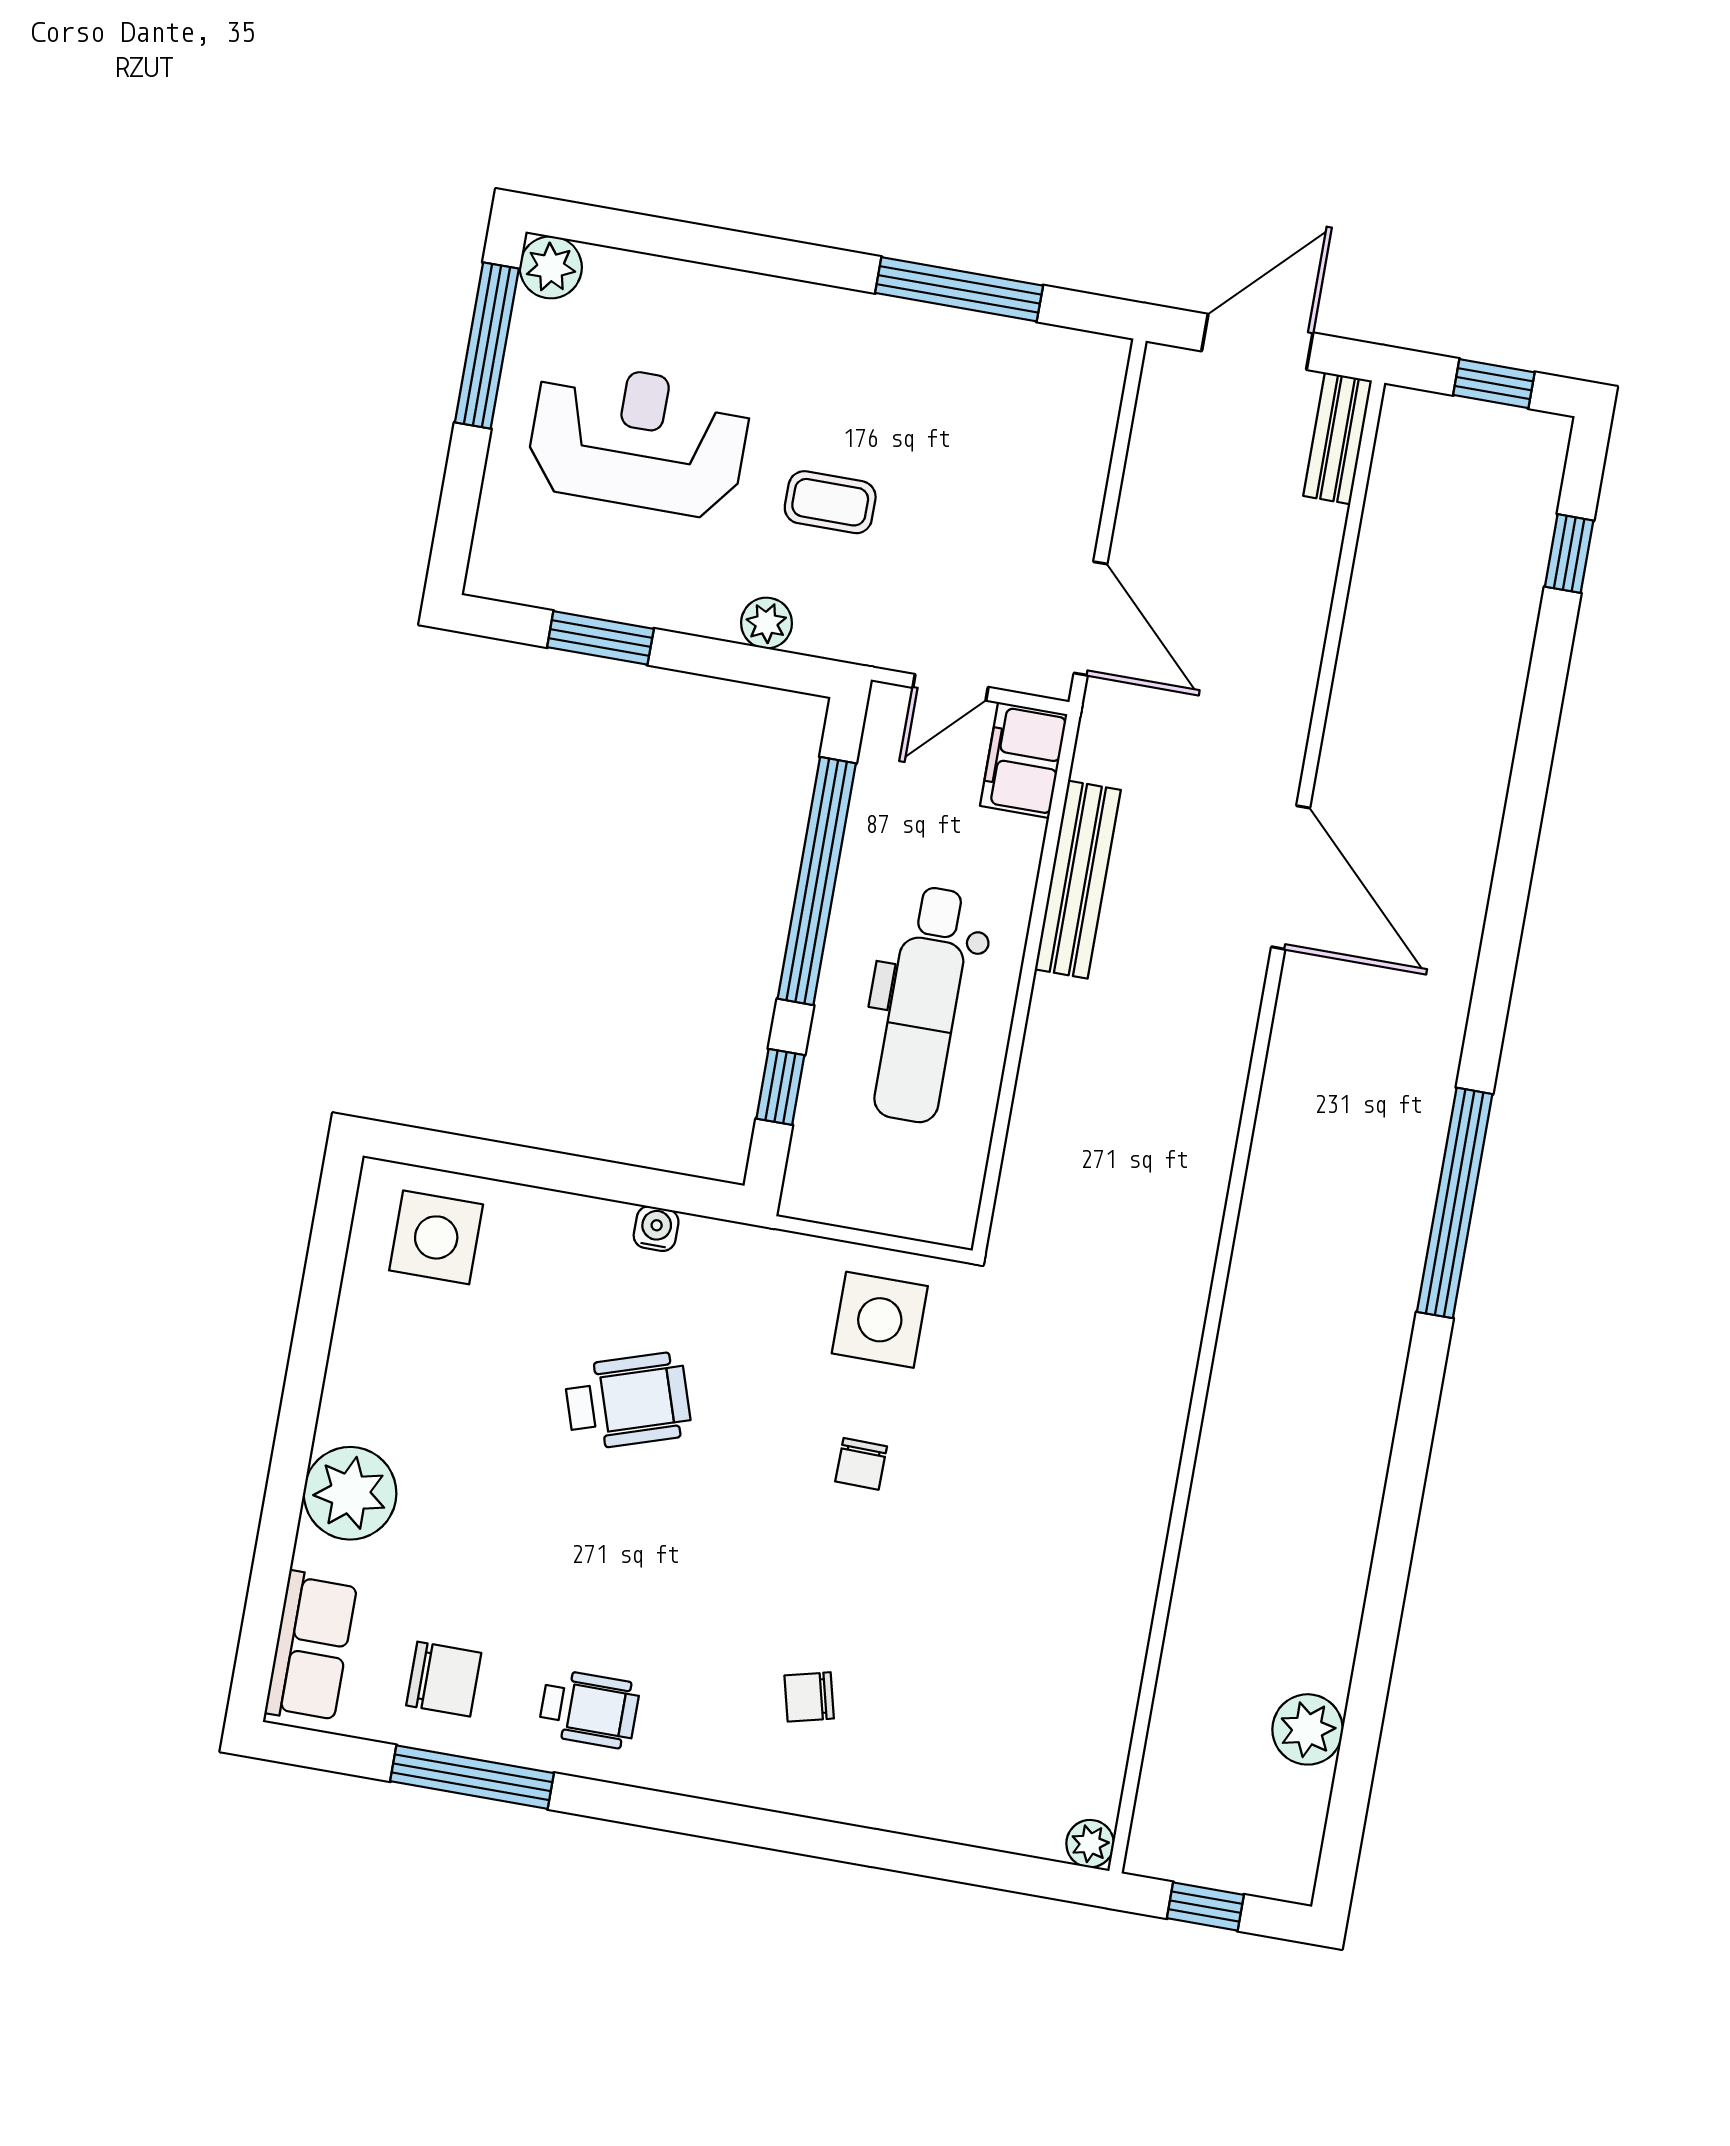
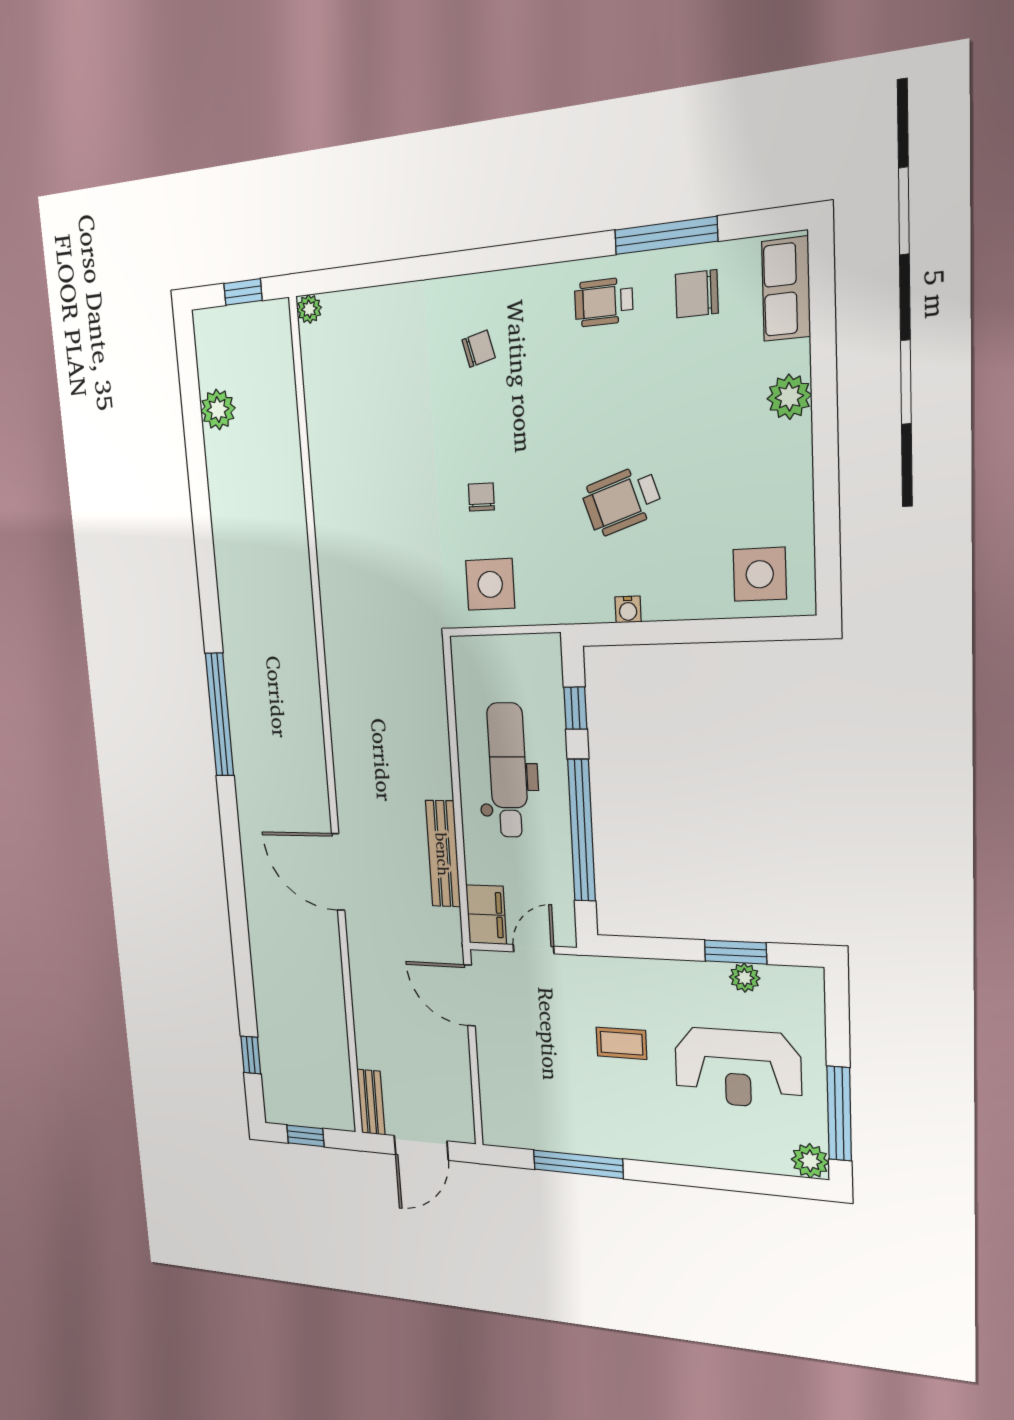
plant: (766, 623) -> (745, 978), moved
plant: (350, 1493) -> (789, 397), width x0.73, depth x0.73

